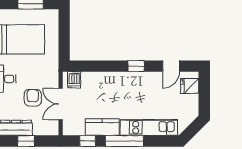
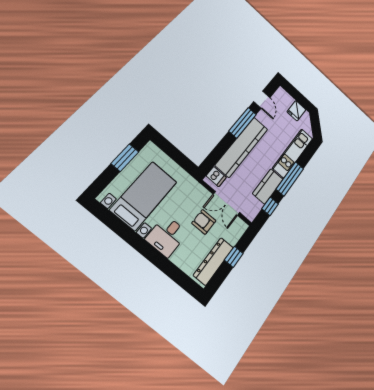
window: (136, 66) -> (243, 123), width x2.17
kitchen counter: (116, 81) -> (242, 147), added
fridge: (190, 86) -> (296, 111), moved

